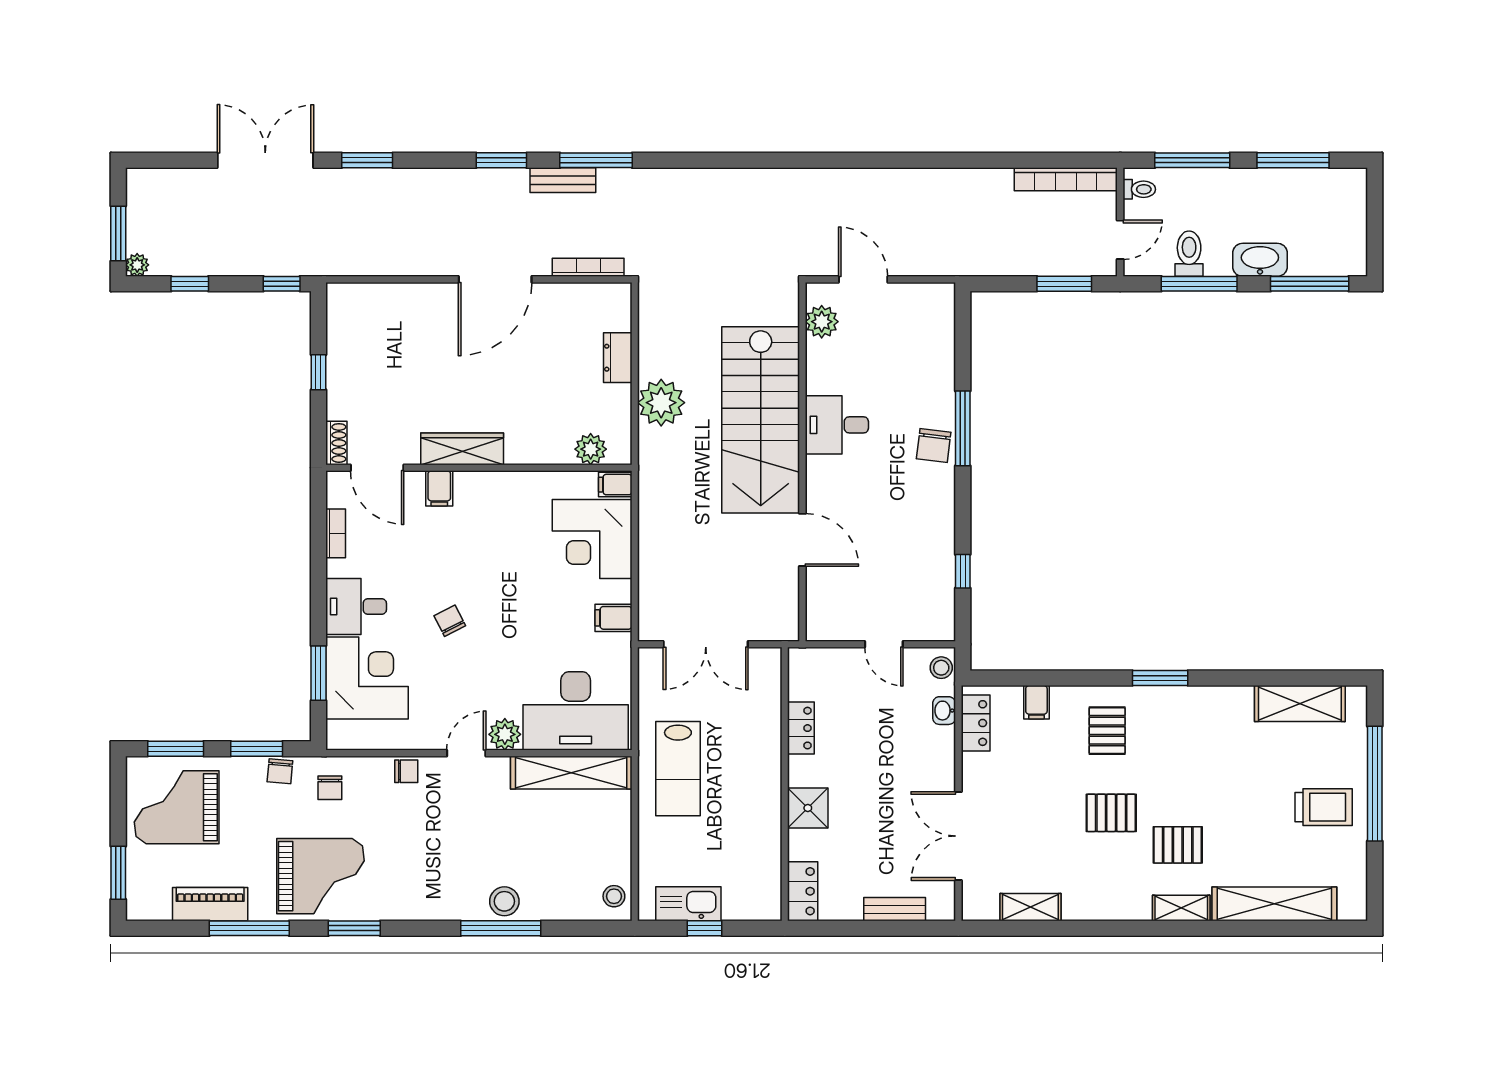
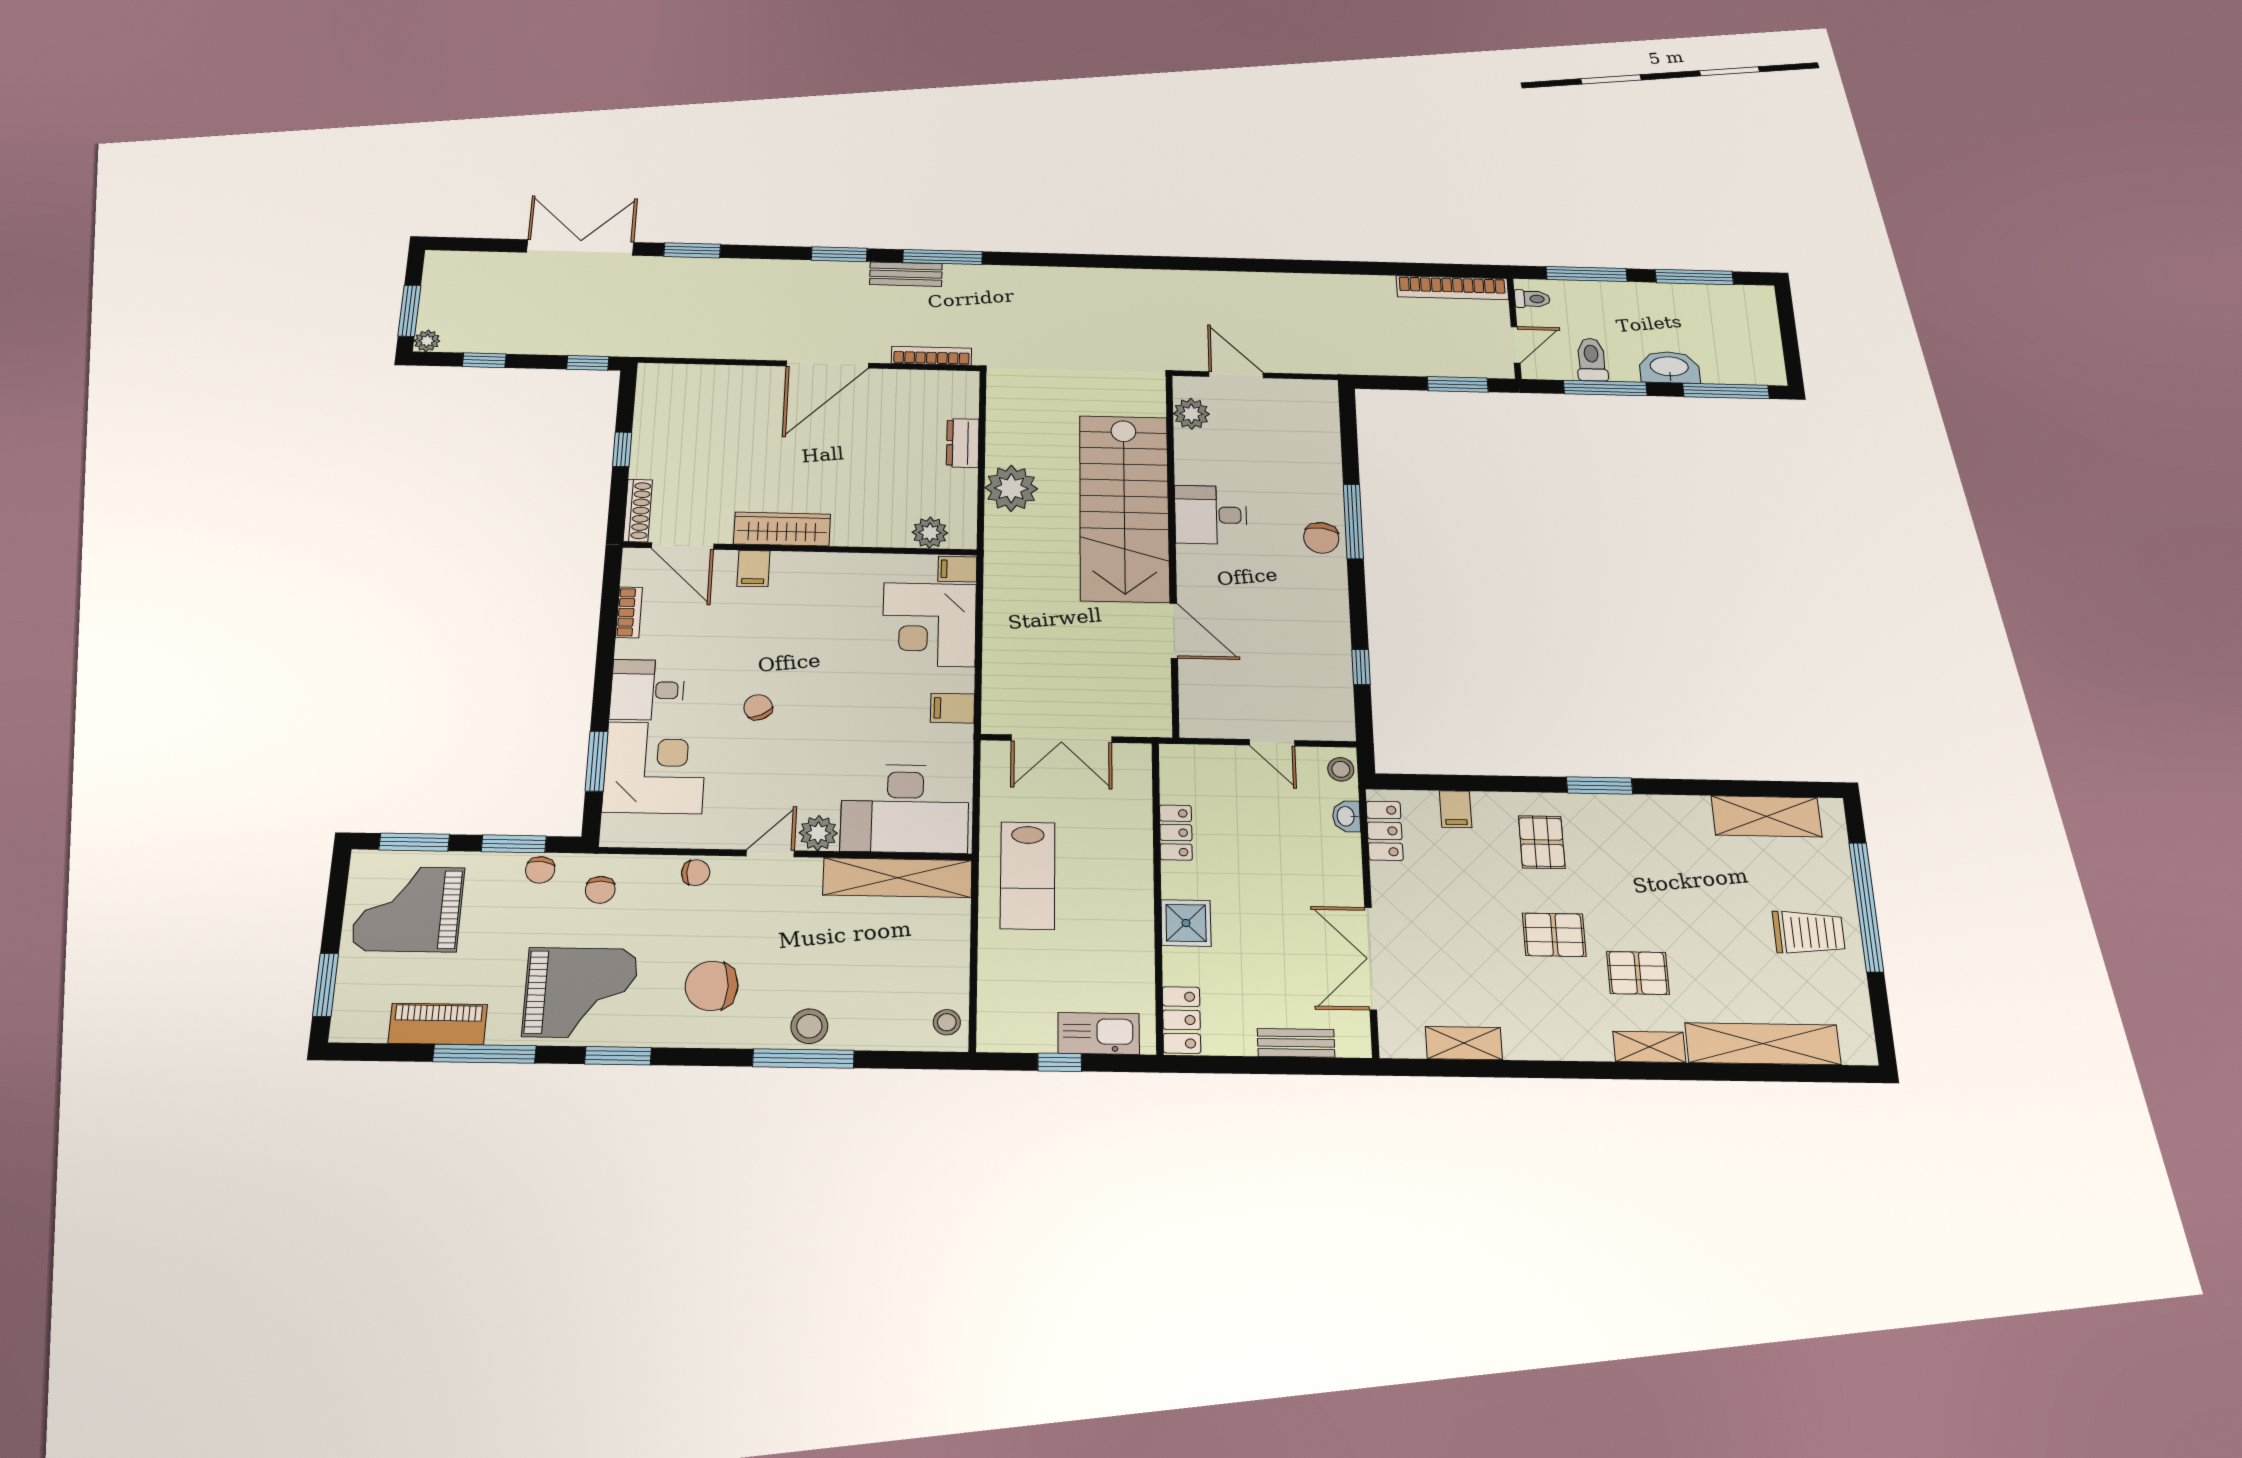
shoe rack: (336, 443) -> (638, 511), width x1.43
chair: (425, 869) -> (712, 986), added
kitchen sink: (688, 904) -> (1099, 1033), moved

